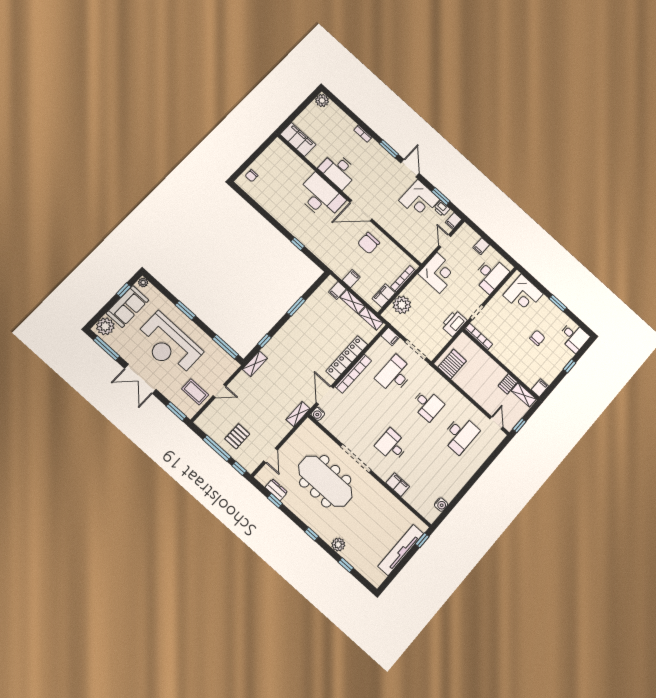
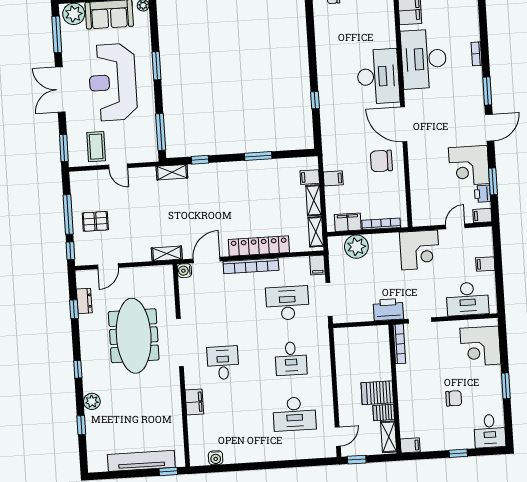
desk: (338, 170) -> (424, 59), width x1.36, depth x1.30
server rack: (452, 364) -> (377, 393), moved, turned 180

